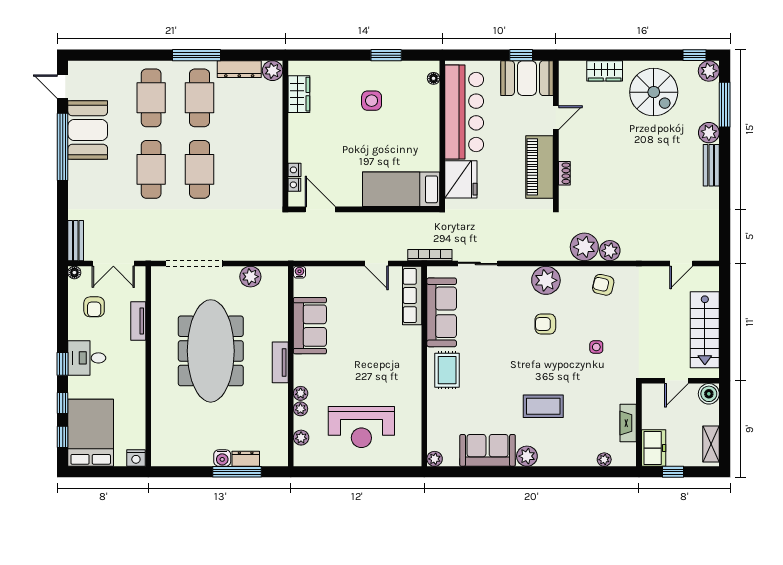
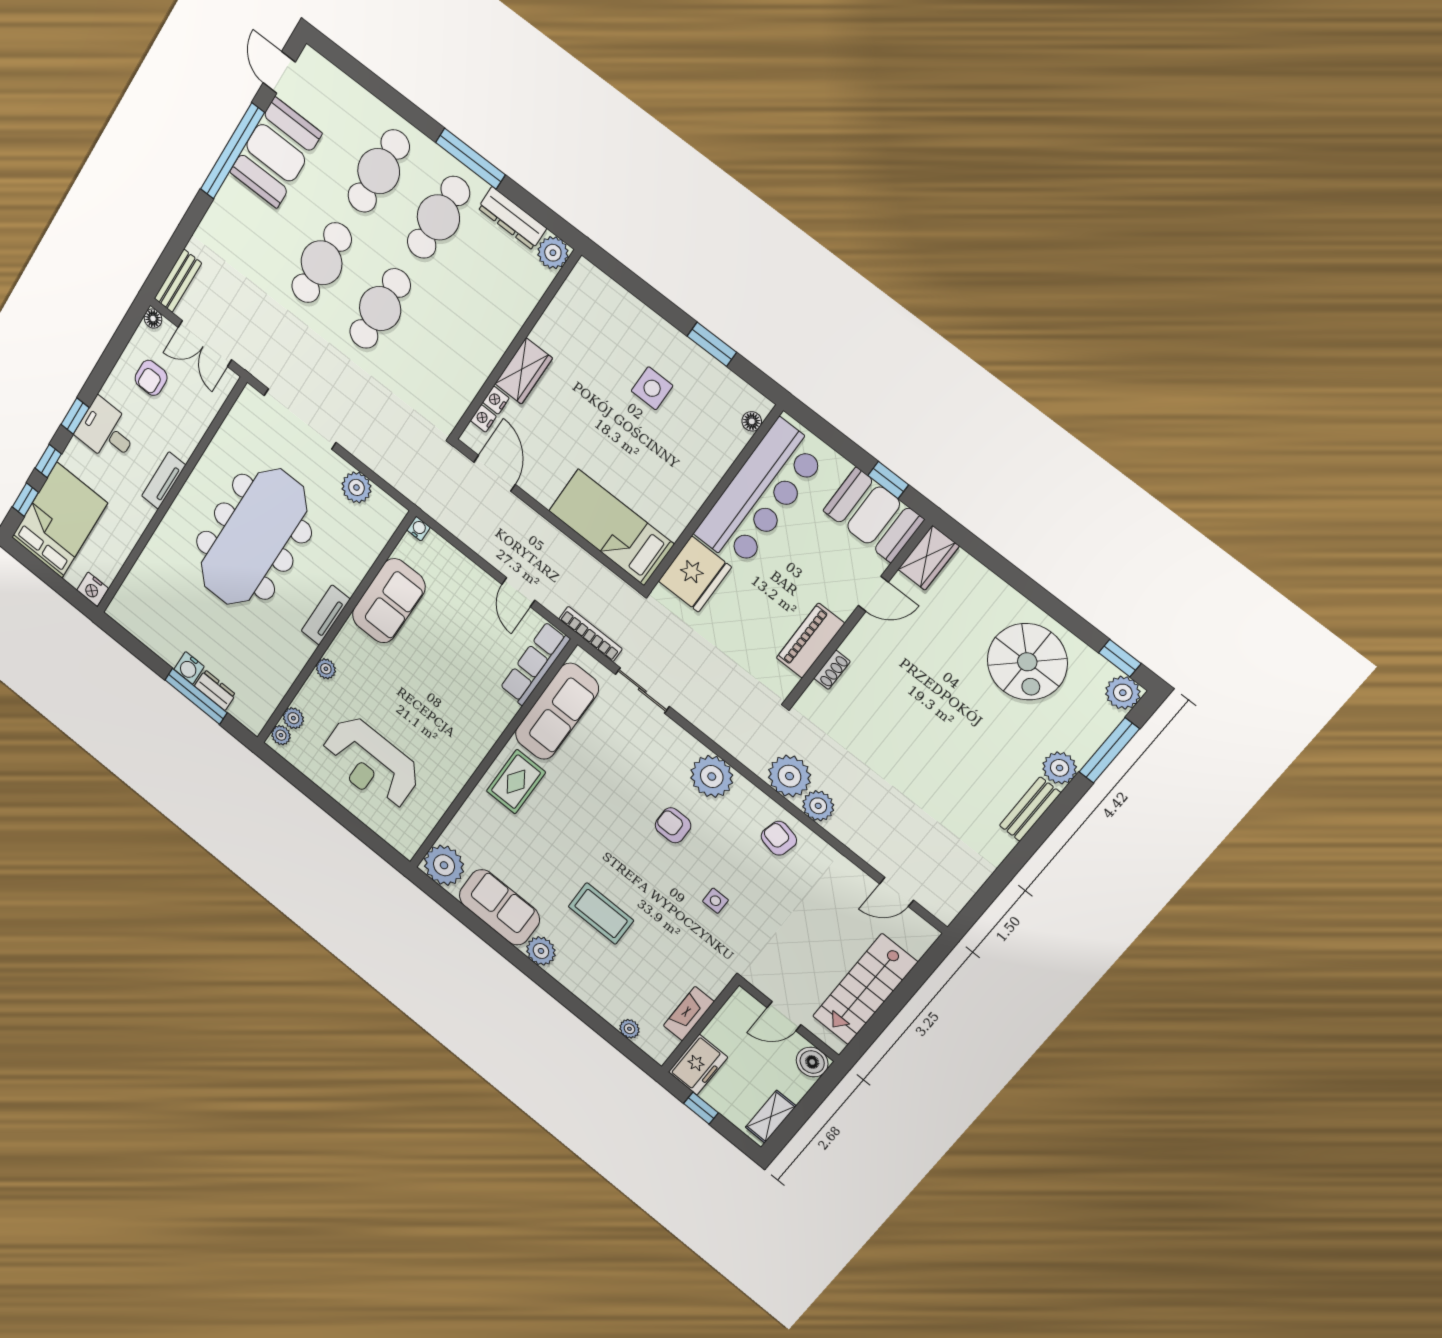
wardrobe: (605, 71) -> (929, 558), moved, turned -90
wardrobe: (299, 94) -> (524, 371), moved
piano: (540, 167) -> (810, 641), width x0.73, depth x0.75
tv unit: (138, 321) -> (164, 480), moved
plant: (300, 409) -> (281, 735), moved
plant: (435, 459) -> (444, 865), width x1.88, depth x1.88

